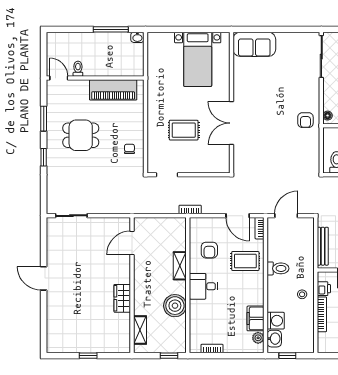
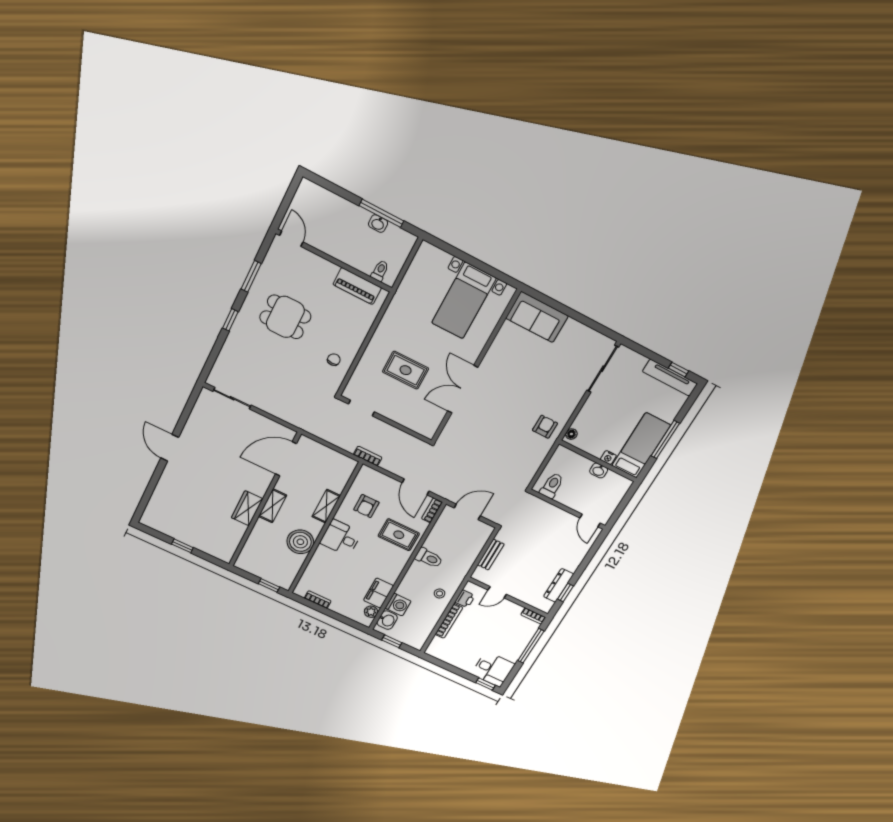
washbasin: (137, 37) -> (378, 224), moved
toilet: (78, 69) -> (380, 271), moved
piano: (113, 90) -> (357, 286), width x0.73, depth x0.75
armchair: (305, 120) -> (545, 427), turned 180
door: (132, 243) -> (286, 459), width x1.36
bench: (323, 246) -> (491, 555), width x0.73
shelving: (140, 330) -> (273, 506), moved

